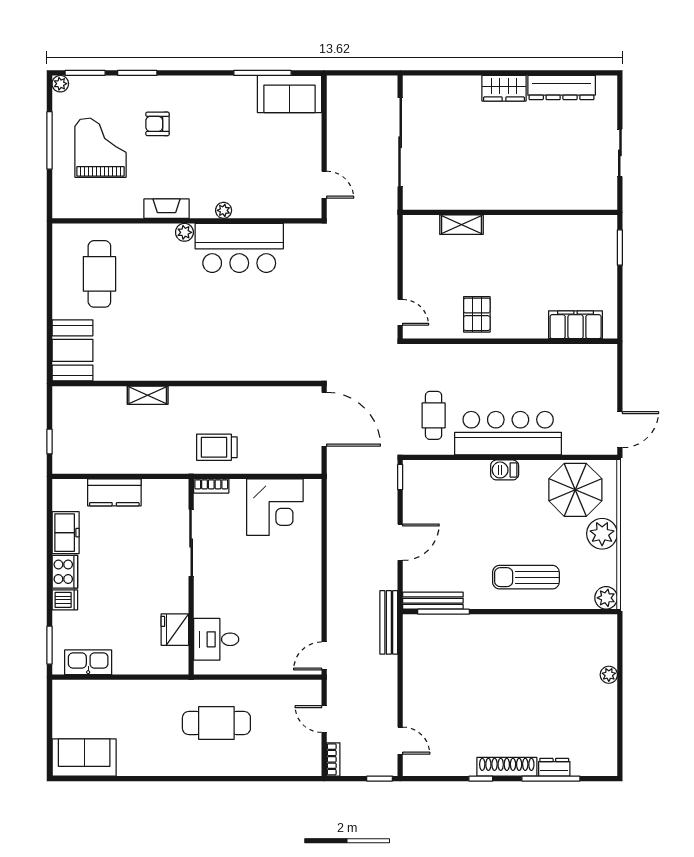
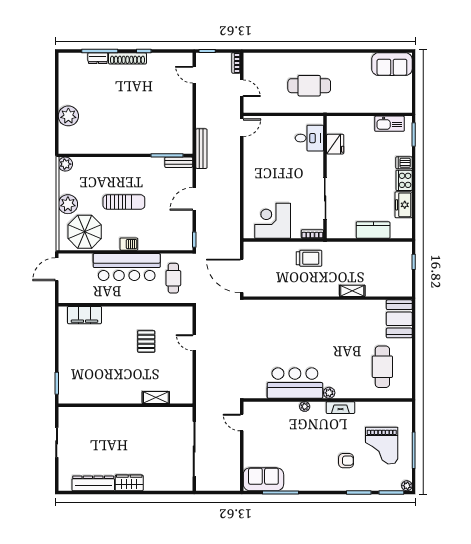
filing cabinet: (576, 325) -> (84, 315), moved
wall: (510, 341) -> (125, 305), moved
sun lounger: (526, 577) -> (124, 202), moved
bench: (433, 601) -> (179, 162), width x0.73
plant: (609, 675) -> (68, 116), width x1.87, depth x1.87

